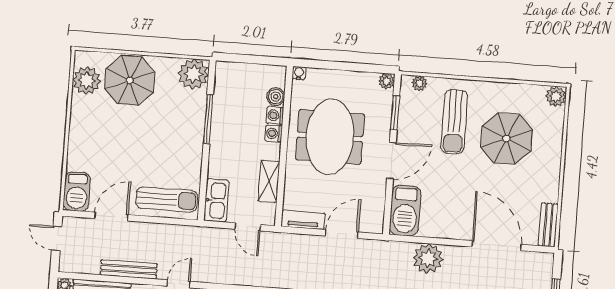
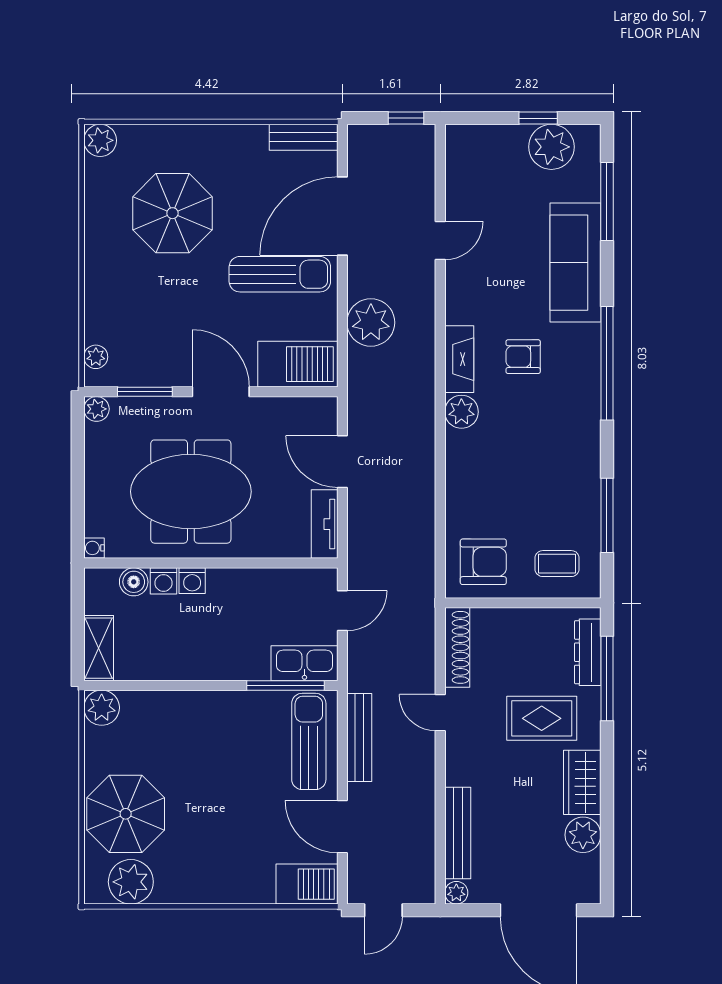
plant: (193, 74) -> (102, 708), width x0.73, depth x0.73
window: (208, 119) -> (286, 685), moved
sun lounger: (454, 122) -> (280, 274), moved
shelving: (269, 181) -> (99, 648), moved, turned 90
bench: (129, 269) -> (359, 737), moved

